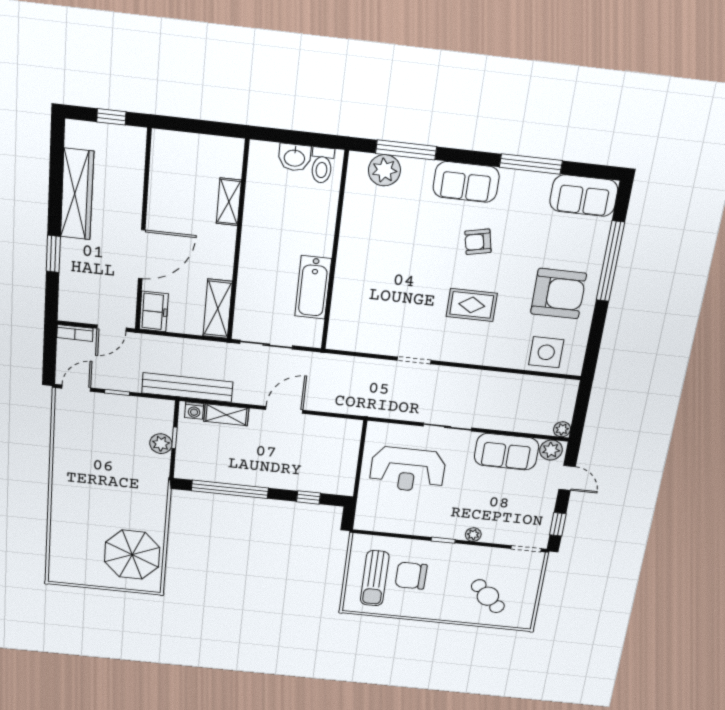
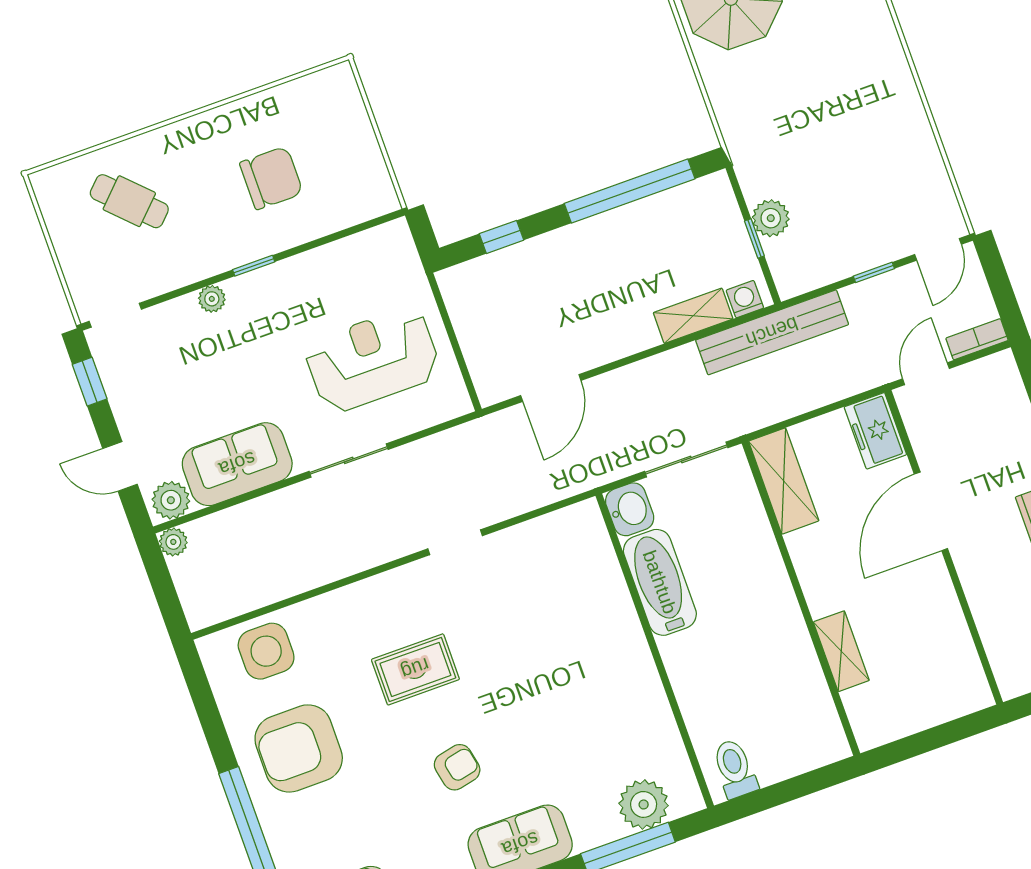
washbasin: (294, 157) -> (630, 509), moved, turned 90
door: (284, 410) -> (551, 388), moved
sun lounger: (375, 578) -> (327, 145), removed

